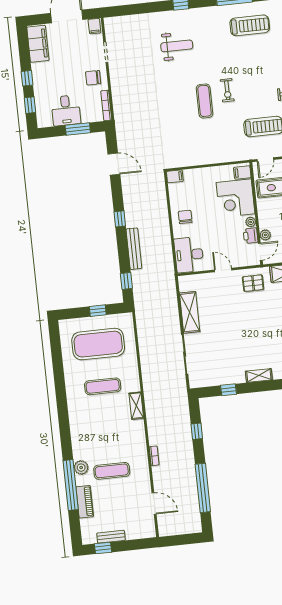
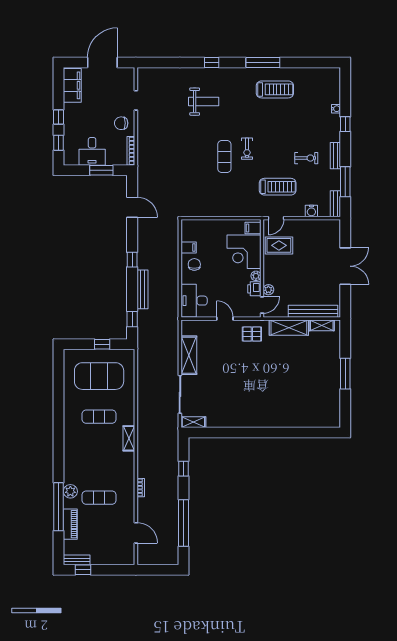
filing cabinet: (94, 26) -> (128, 74), removed
filing cabinet: (175, 176) -> (189, 247), moved
shelving: (259, 376) -> (193, 422), moved
window: (228, 390) -> (218, 433), removed
bench: (111, 537) -> (77, 560), moved

